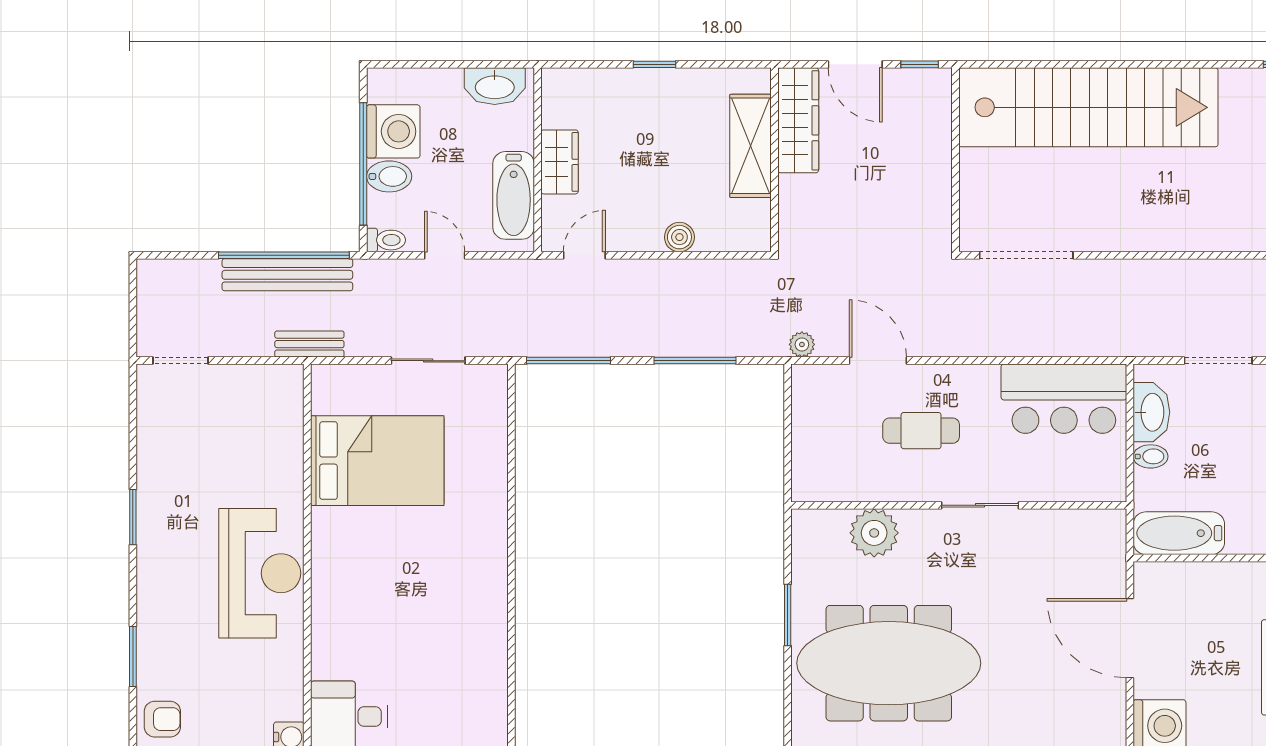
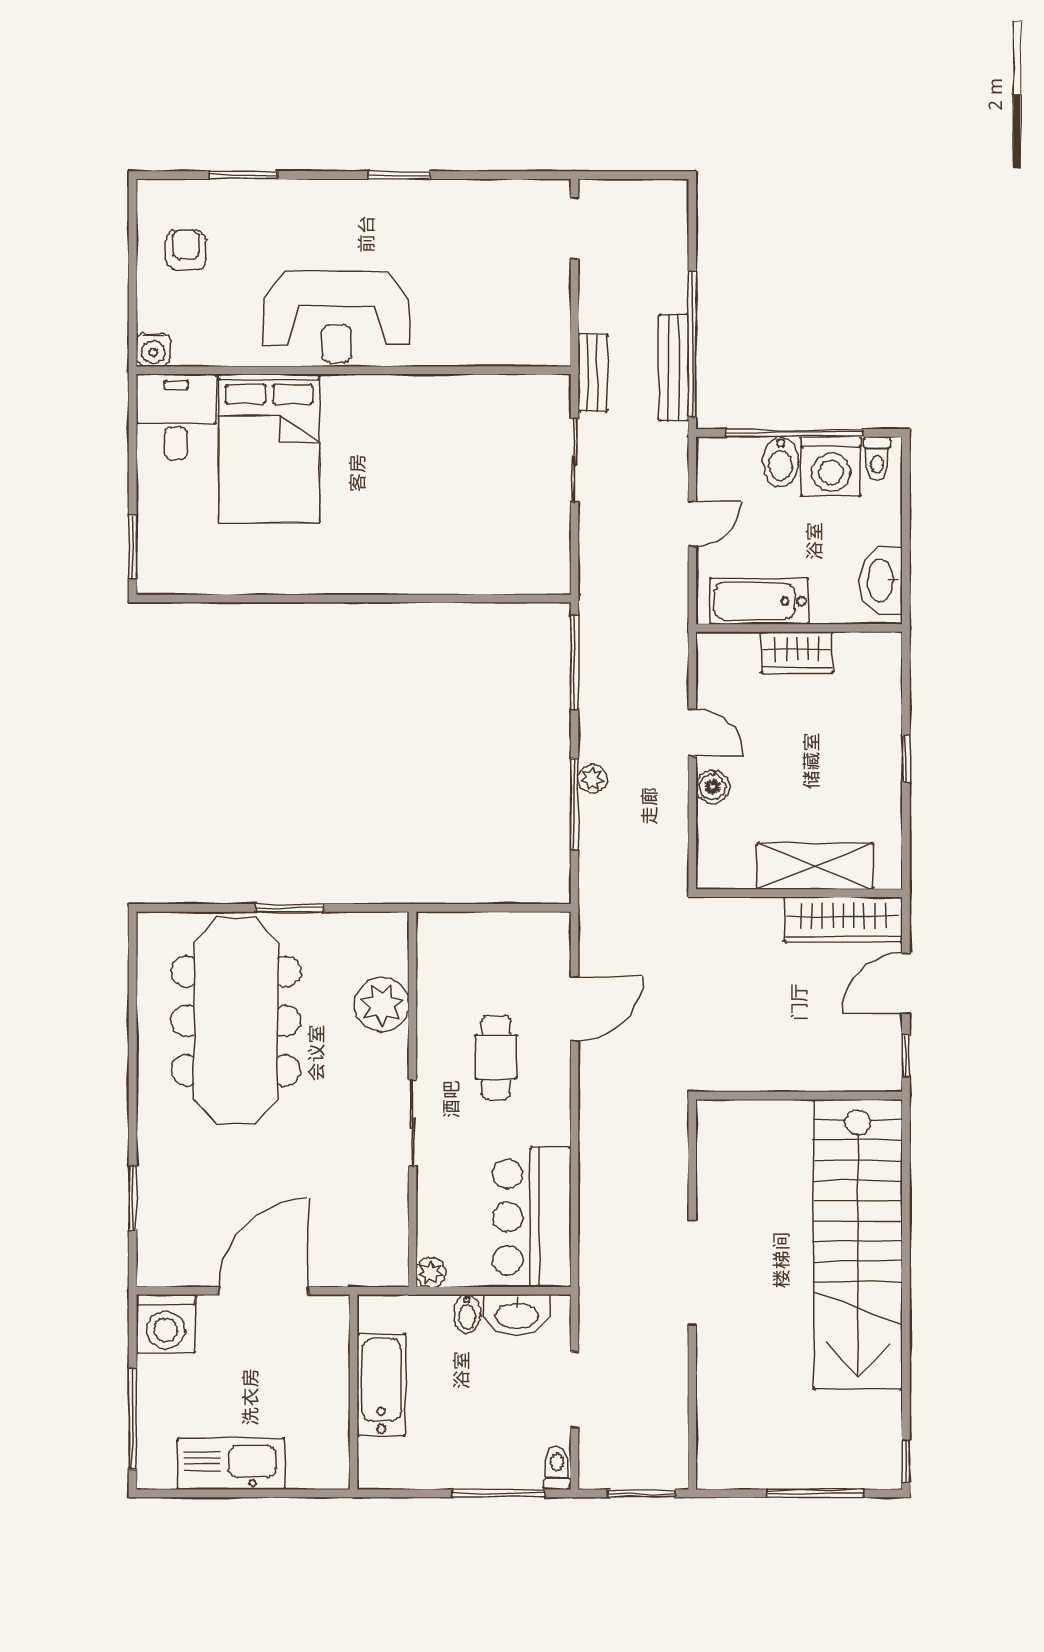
toilet: (386, 240) -> (877, 458), moved
door: (584, 255) -> (692, 732), moved
doorway: (1026, 255) -> (692, 1273), moved
bench: (287, 275) -> (674, 367), width x0.73, depth x0.82
plant: (802, 344) -> (592, 779), moved
sliding door: (428, 361) -> (574, 460), moved
bed: (377, 461) -> (269, 448), moved
plant: (1113, 489) -> (431, 1272), added
bathtub: (1179, 533) -> (381, 1385), moved
armchair: (162, 719) -> (186, 250), moved, turned 180

